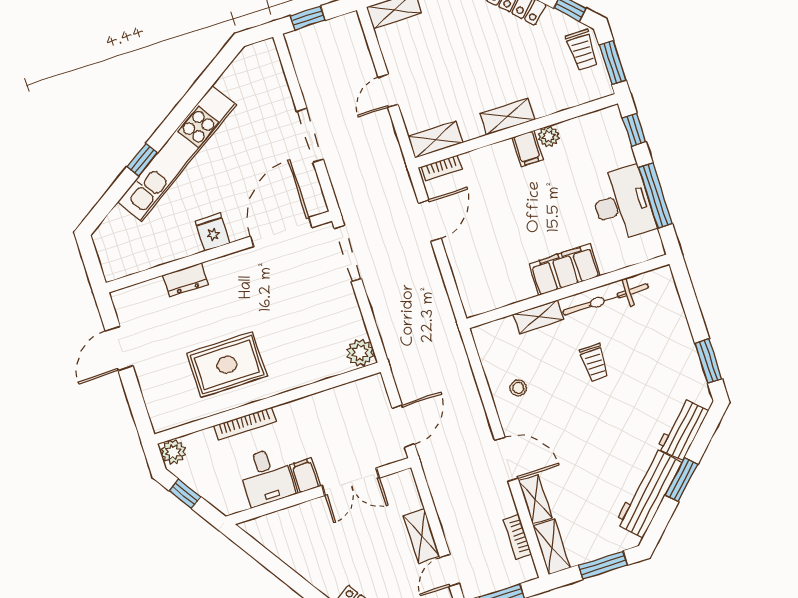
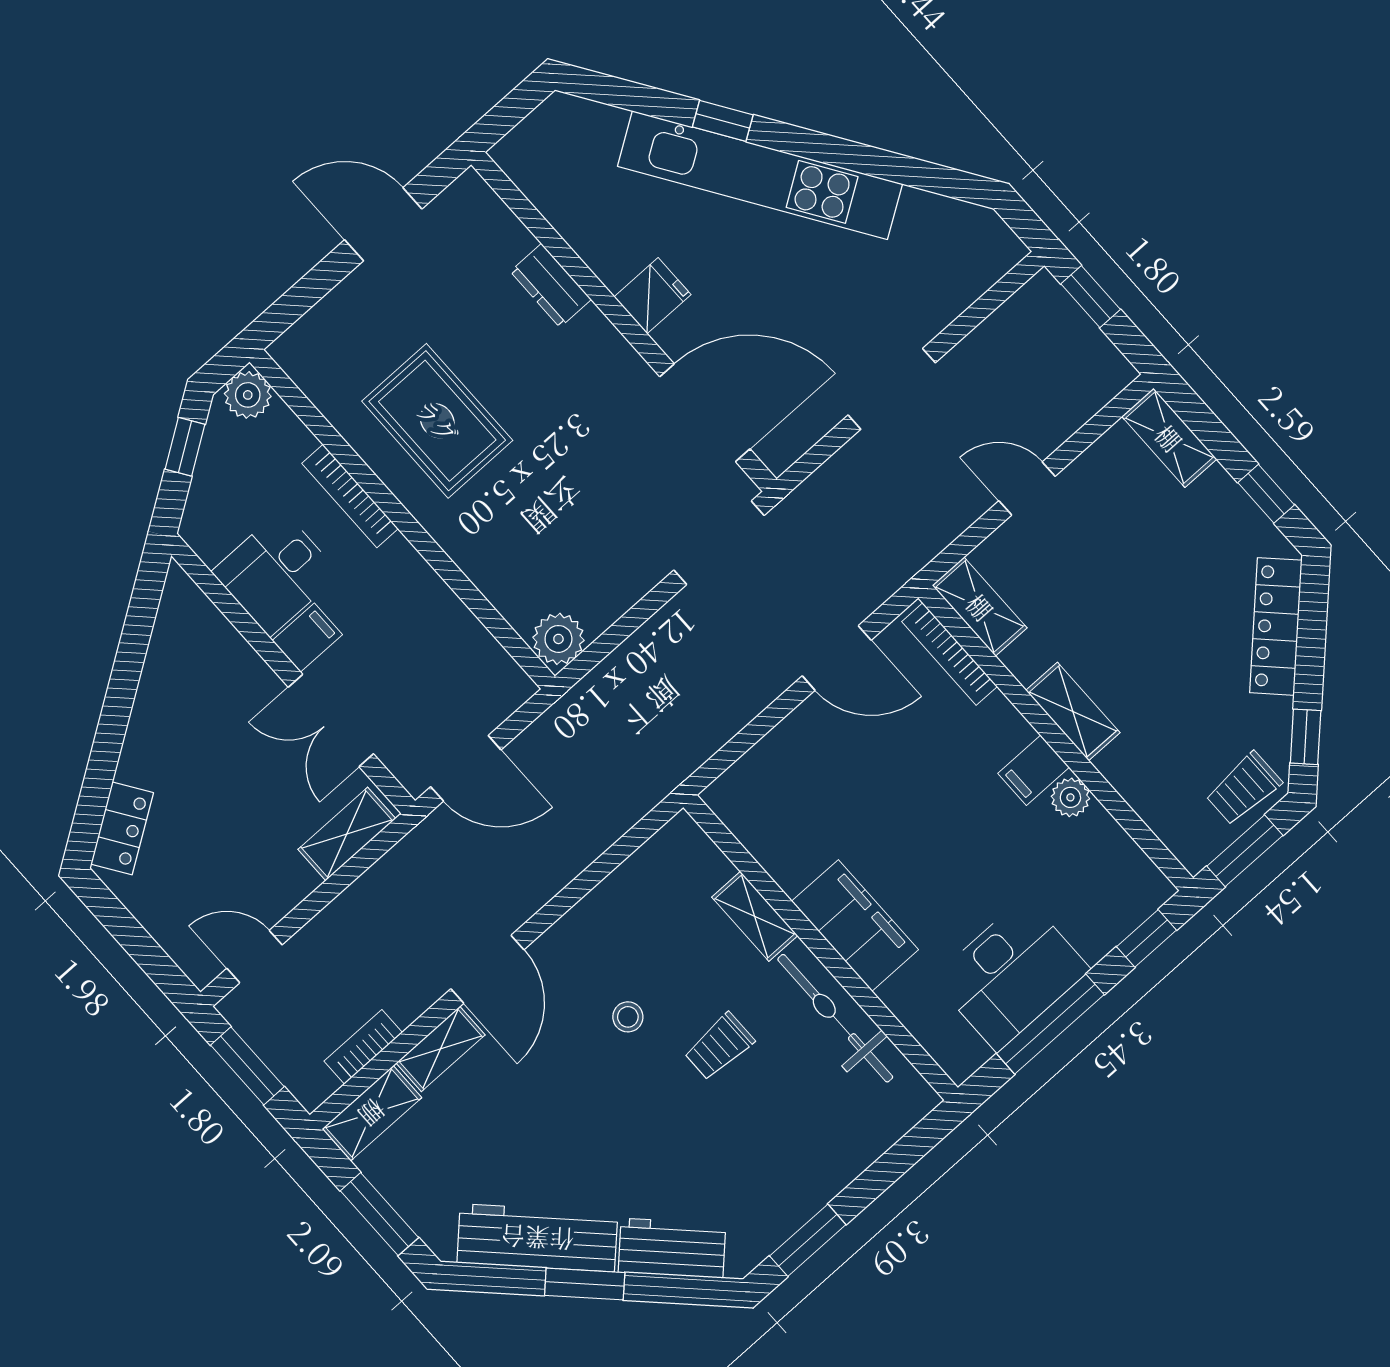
bookcase: (442, 168) -> (950, 654), width x1.56
stool: (518, 388) -> (628, 1017), moved
shelving: (422, 536) -> (347, 834), moved

